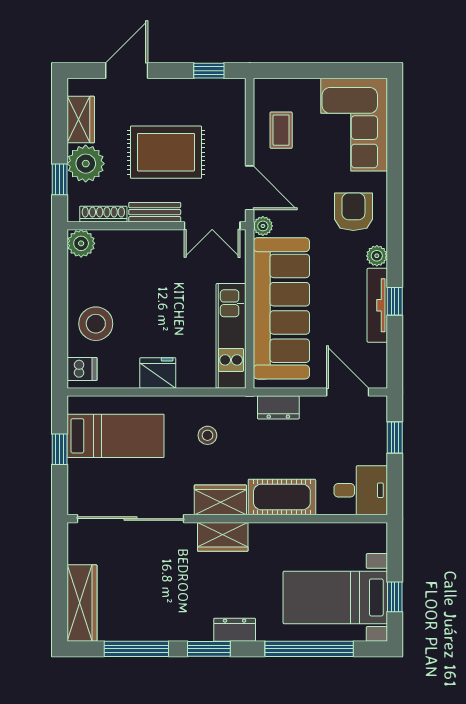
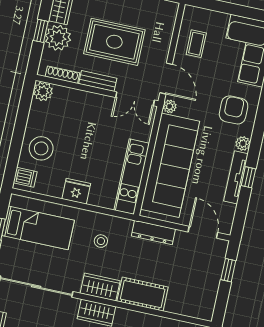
window: (60, 179) -> (41, 31), moved
dresser: (278, 407) -> (153, 232), width x1.44
desk: (361, 490) -> (197, 301), removed

